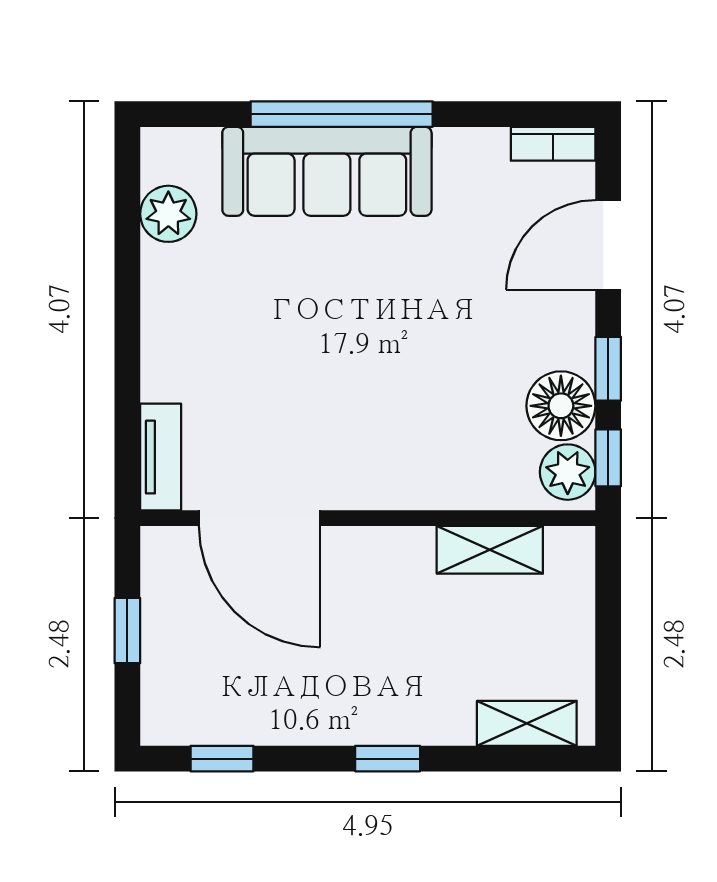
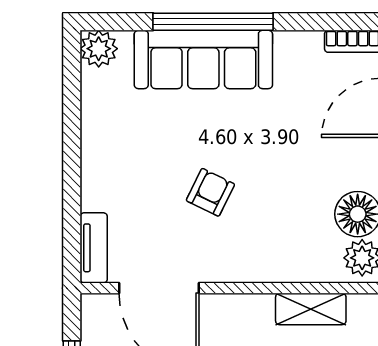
plant: (168, 214) -> (99, 49), moved
armchair: (338, 373) -> (210, 192), added

